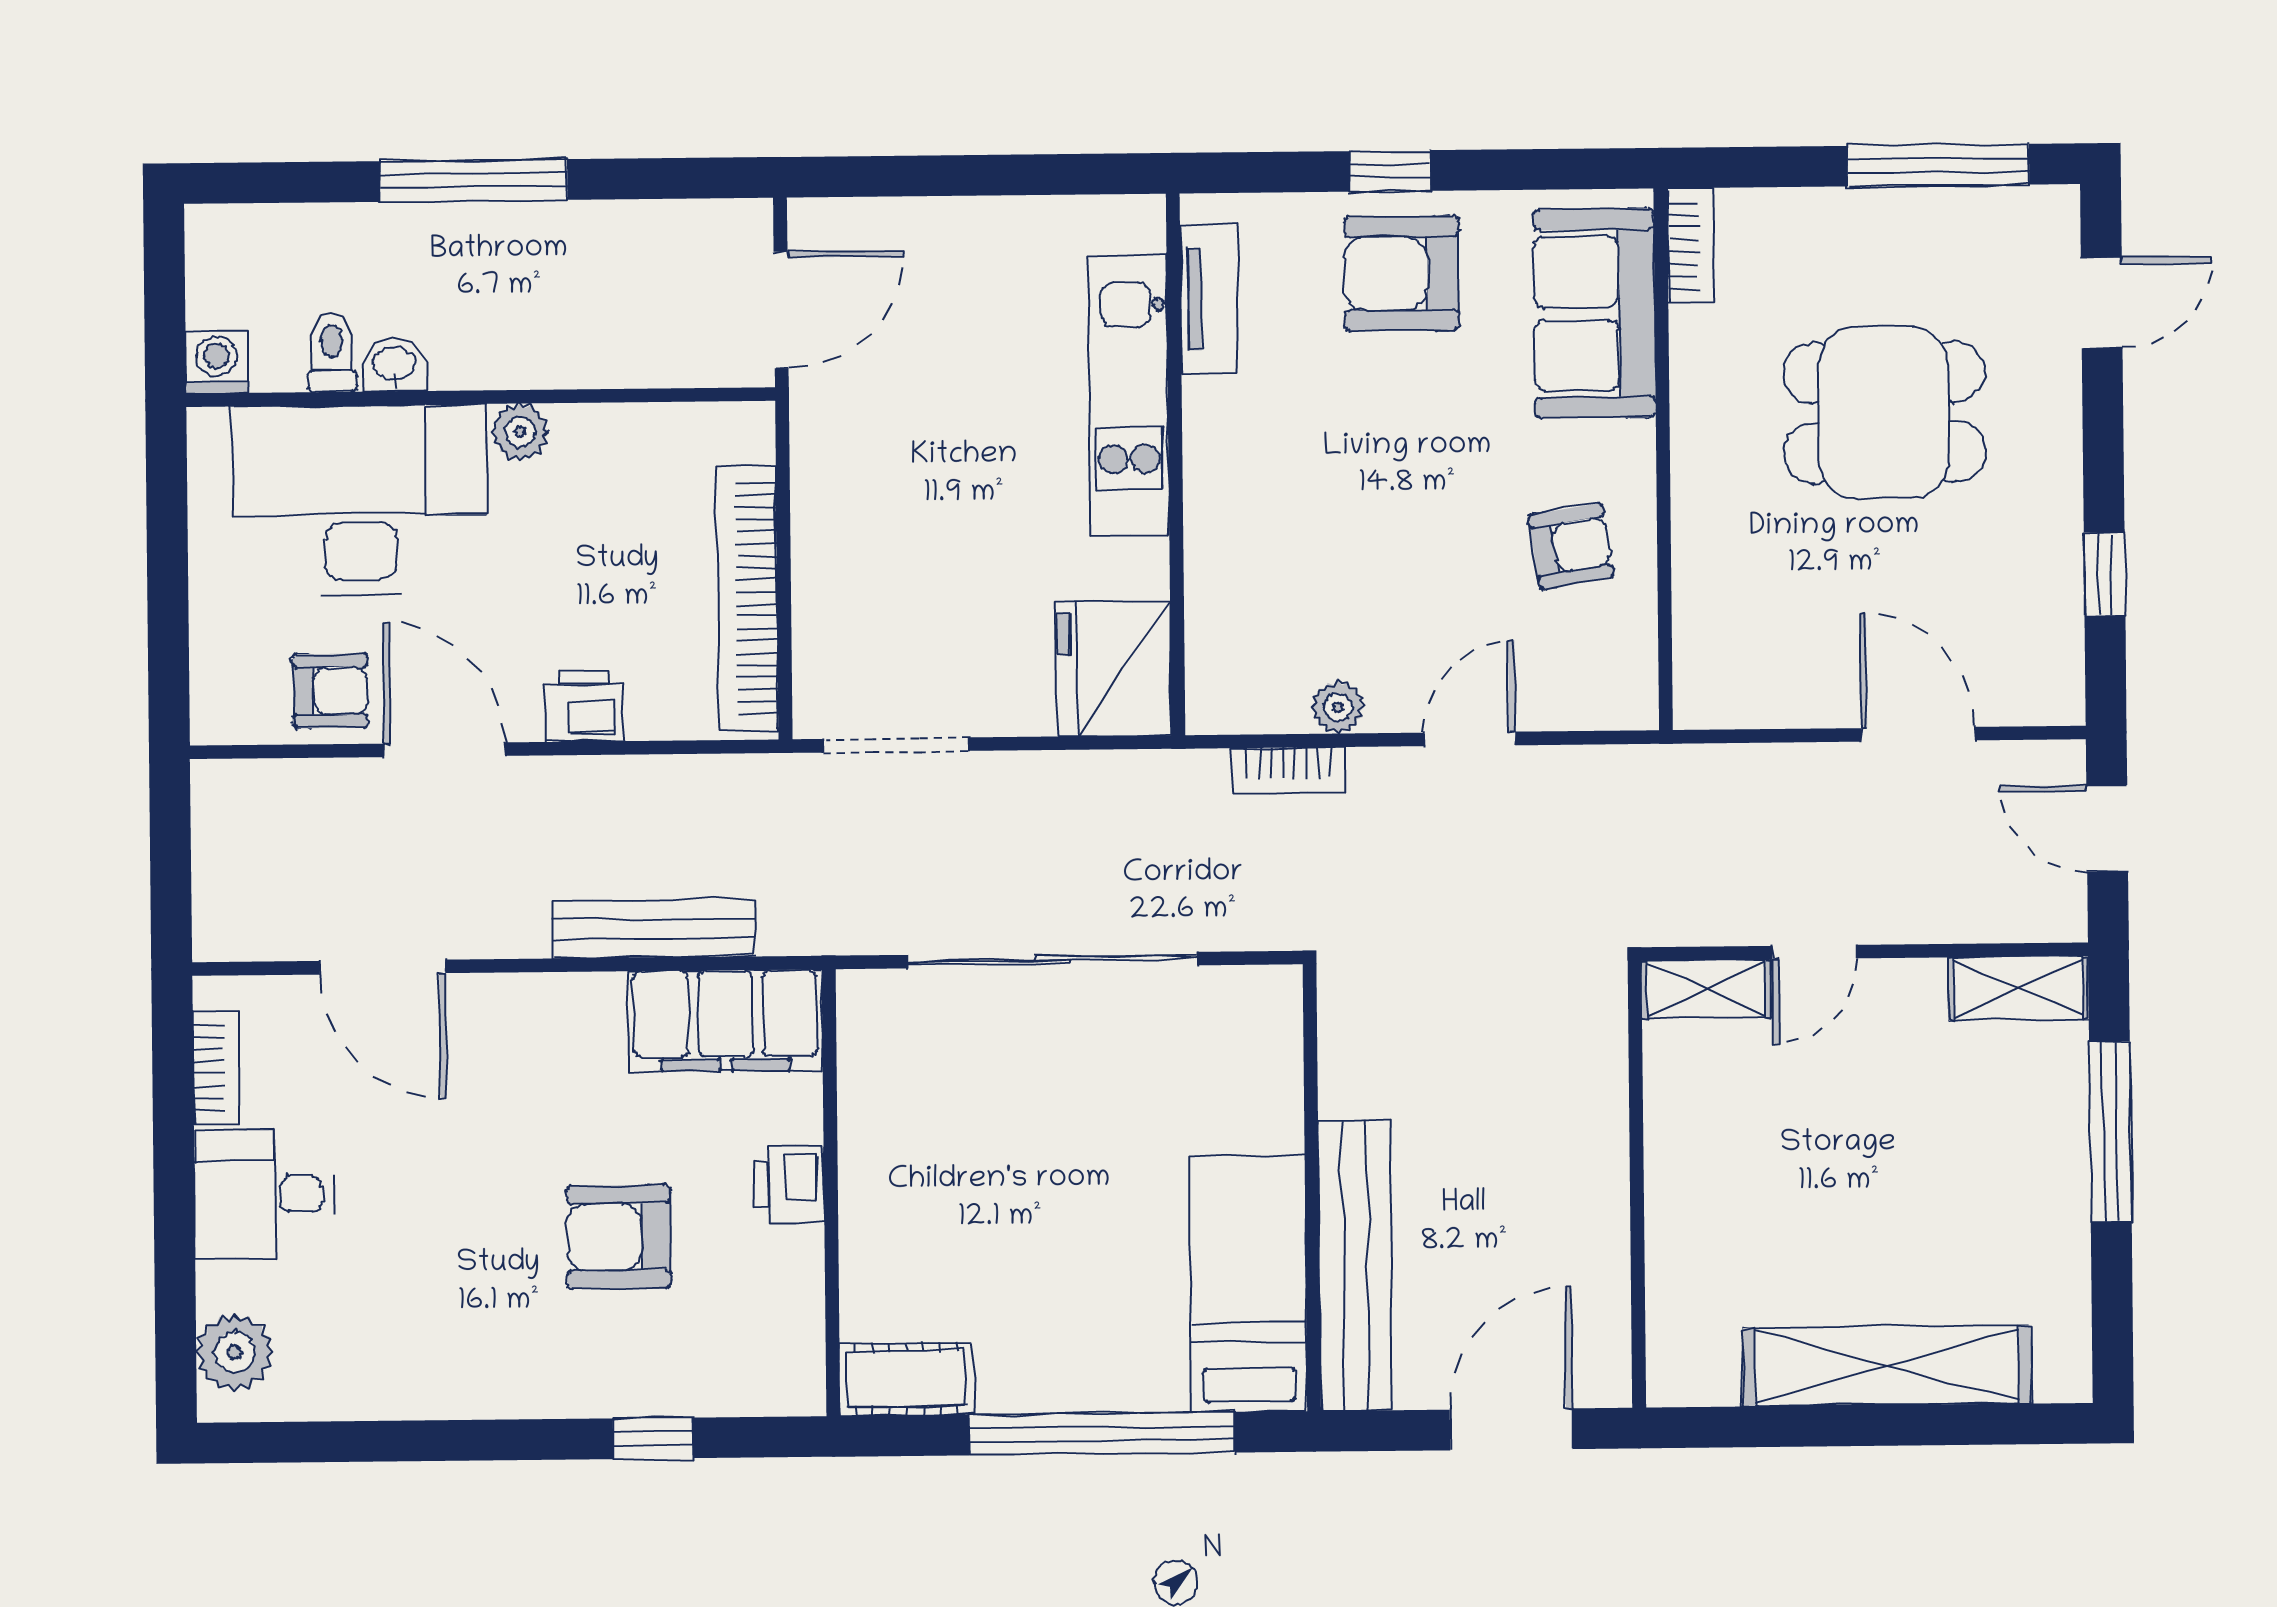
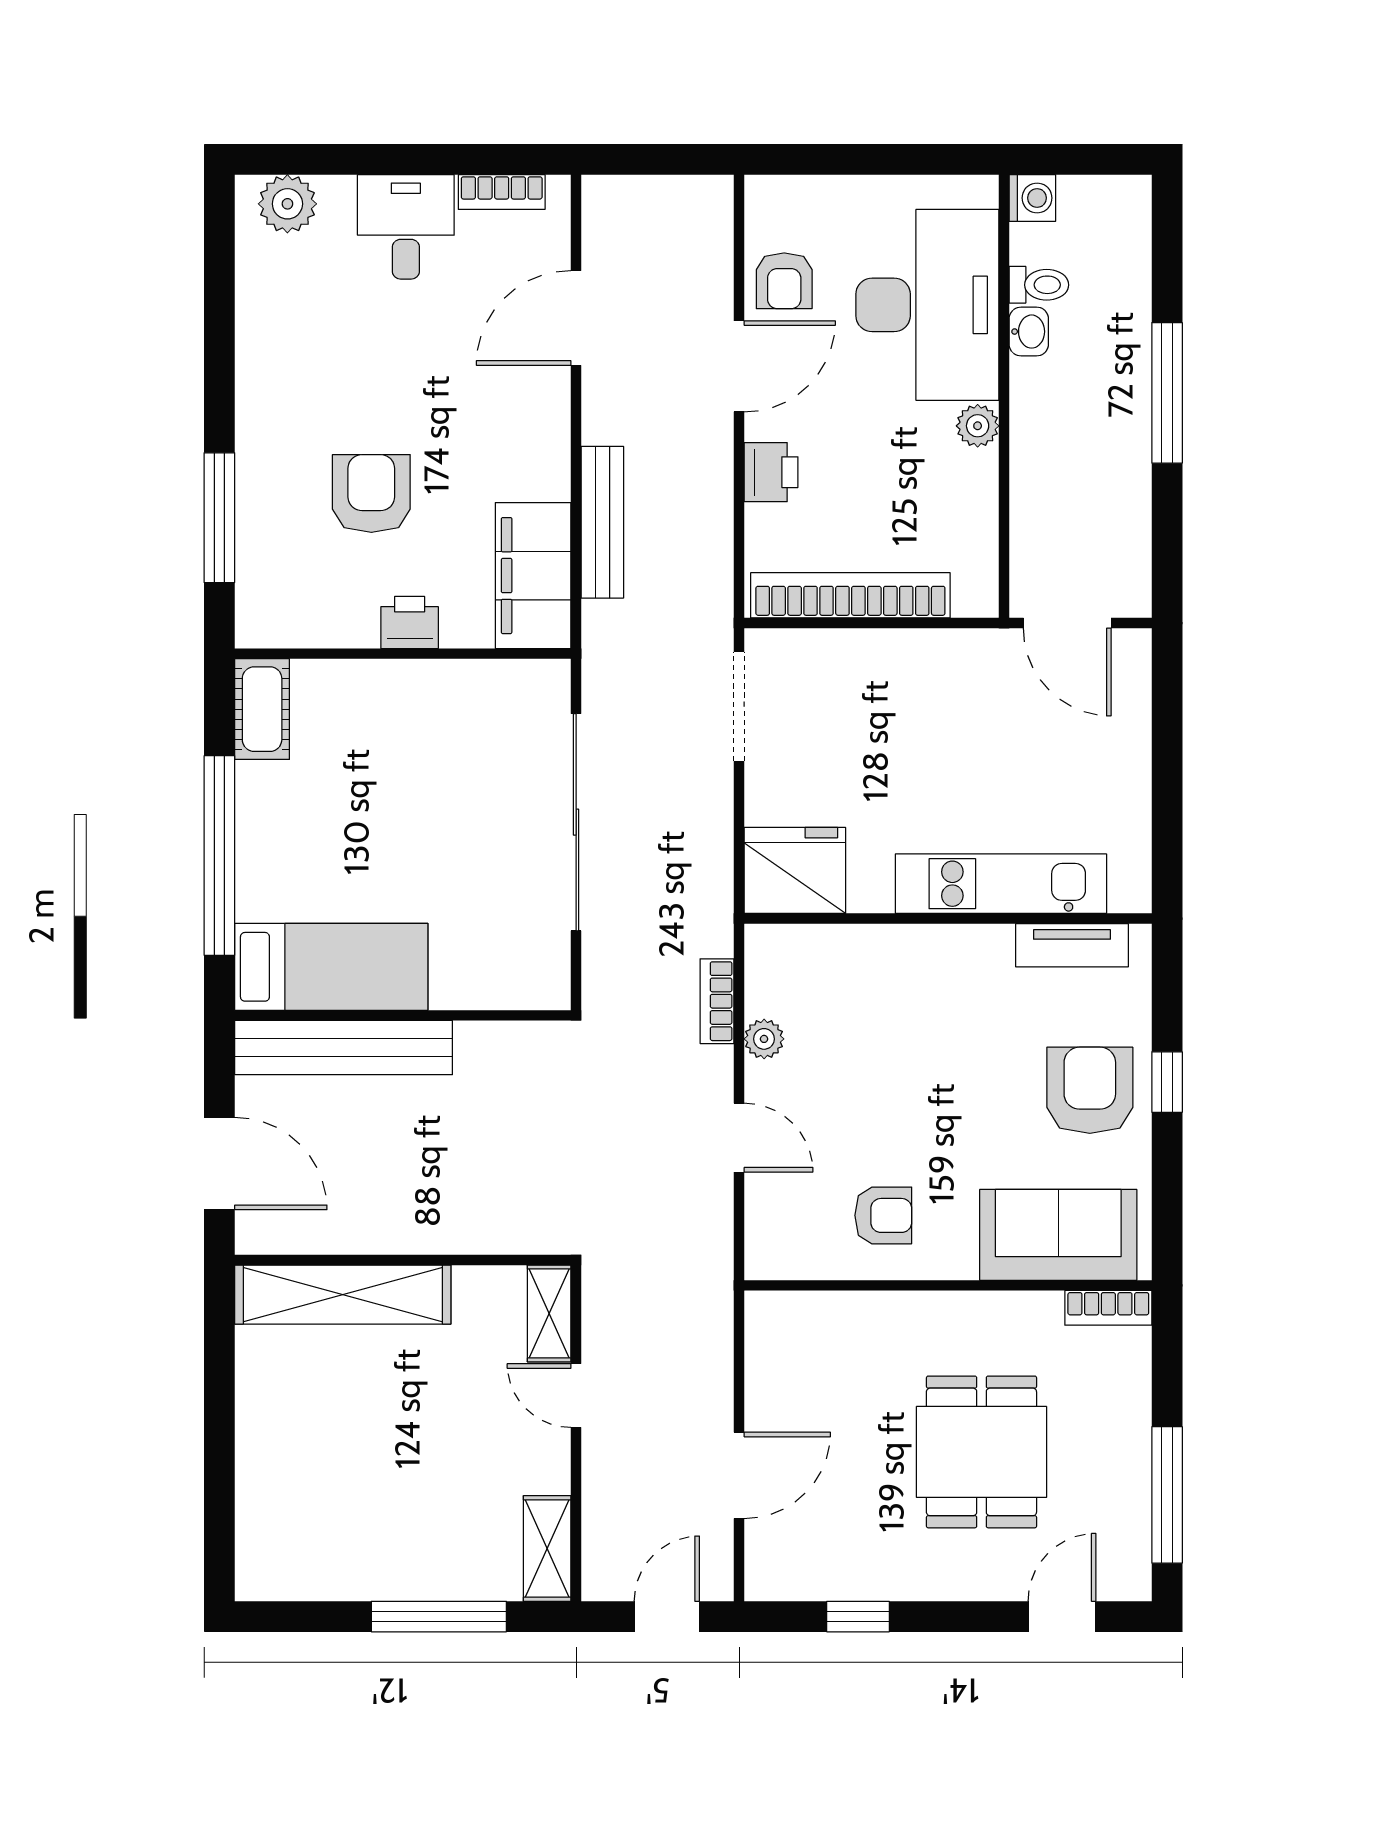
door: (2102, 303) -> (1062, 1617), swing flipped
armchair: (1571, 546) -> (883, 1215), turned -81
shelving: (1887, 1366) -> (343, 1295), moved, turned 90
window: (653, 1438) -> (219, 518), width x2.17

